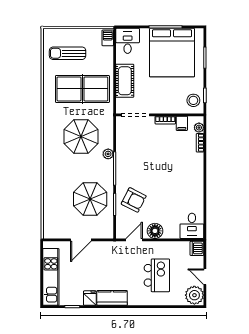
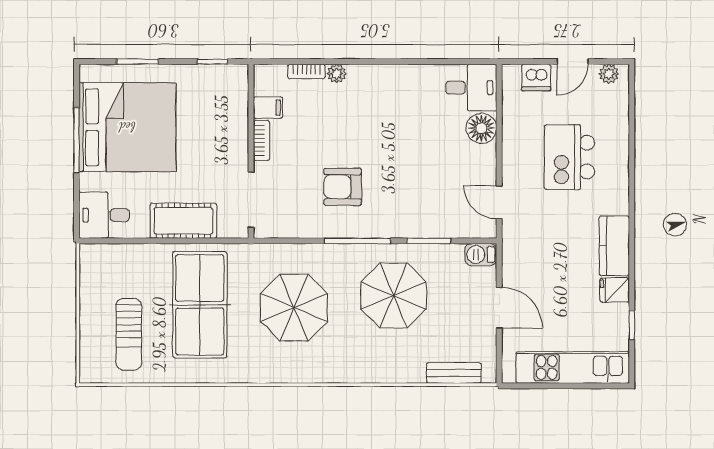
barbecue: (108, 38) -> (481, 255), moved
stool: (193, 100) -> (222, 85), removed
plant: (199, 128) -> (337, 74), moved
plant: (108, 154) -> (329, 254), removed
parasol: (90, 199) -> (394, 296), moved
armchair: (134, 200) -> (343, 187), moved, turned -117
bench: (48, 217) -> (454, 373), added
floor lamp: (155, 231) -> (481, 128), moved
dishwasher: (197, 248) -> (536, 78), moved
kitchen island: (157, 275) -> (569, 157), turned -90
plant: (194, 295) -> (609, 74), width x0.53, depth x0.53

